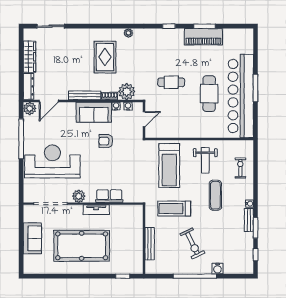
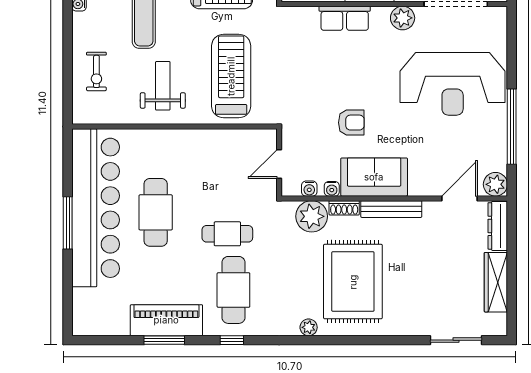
cafe table: (168, 53) -> (233, 290), added
rug: (105, 57) -> (353, 282), width x1.37, depth x1.44

